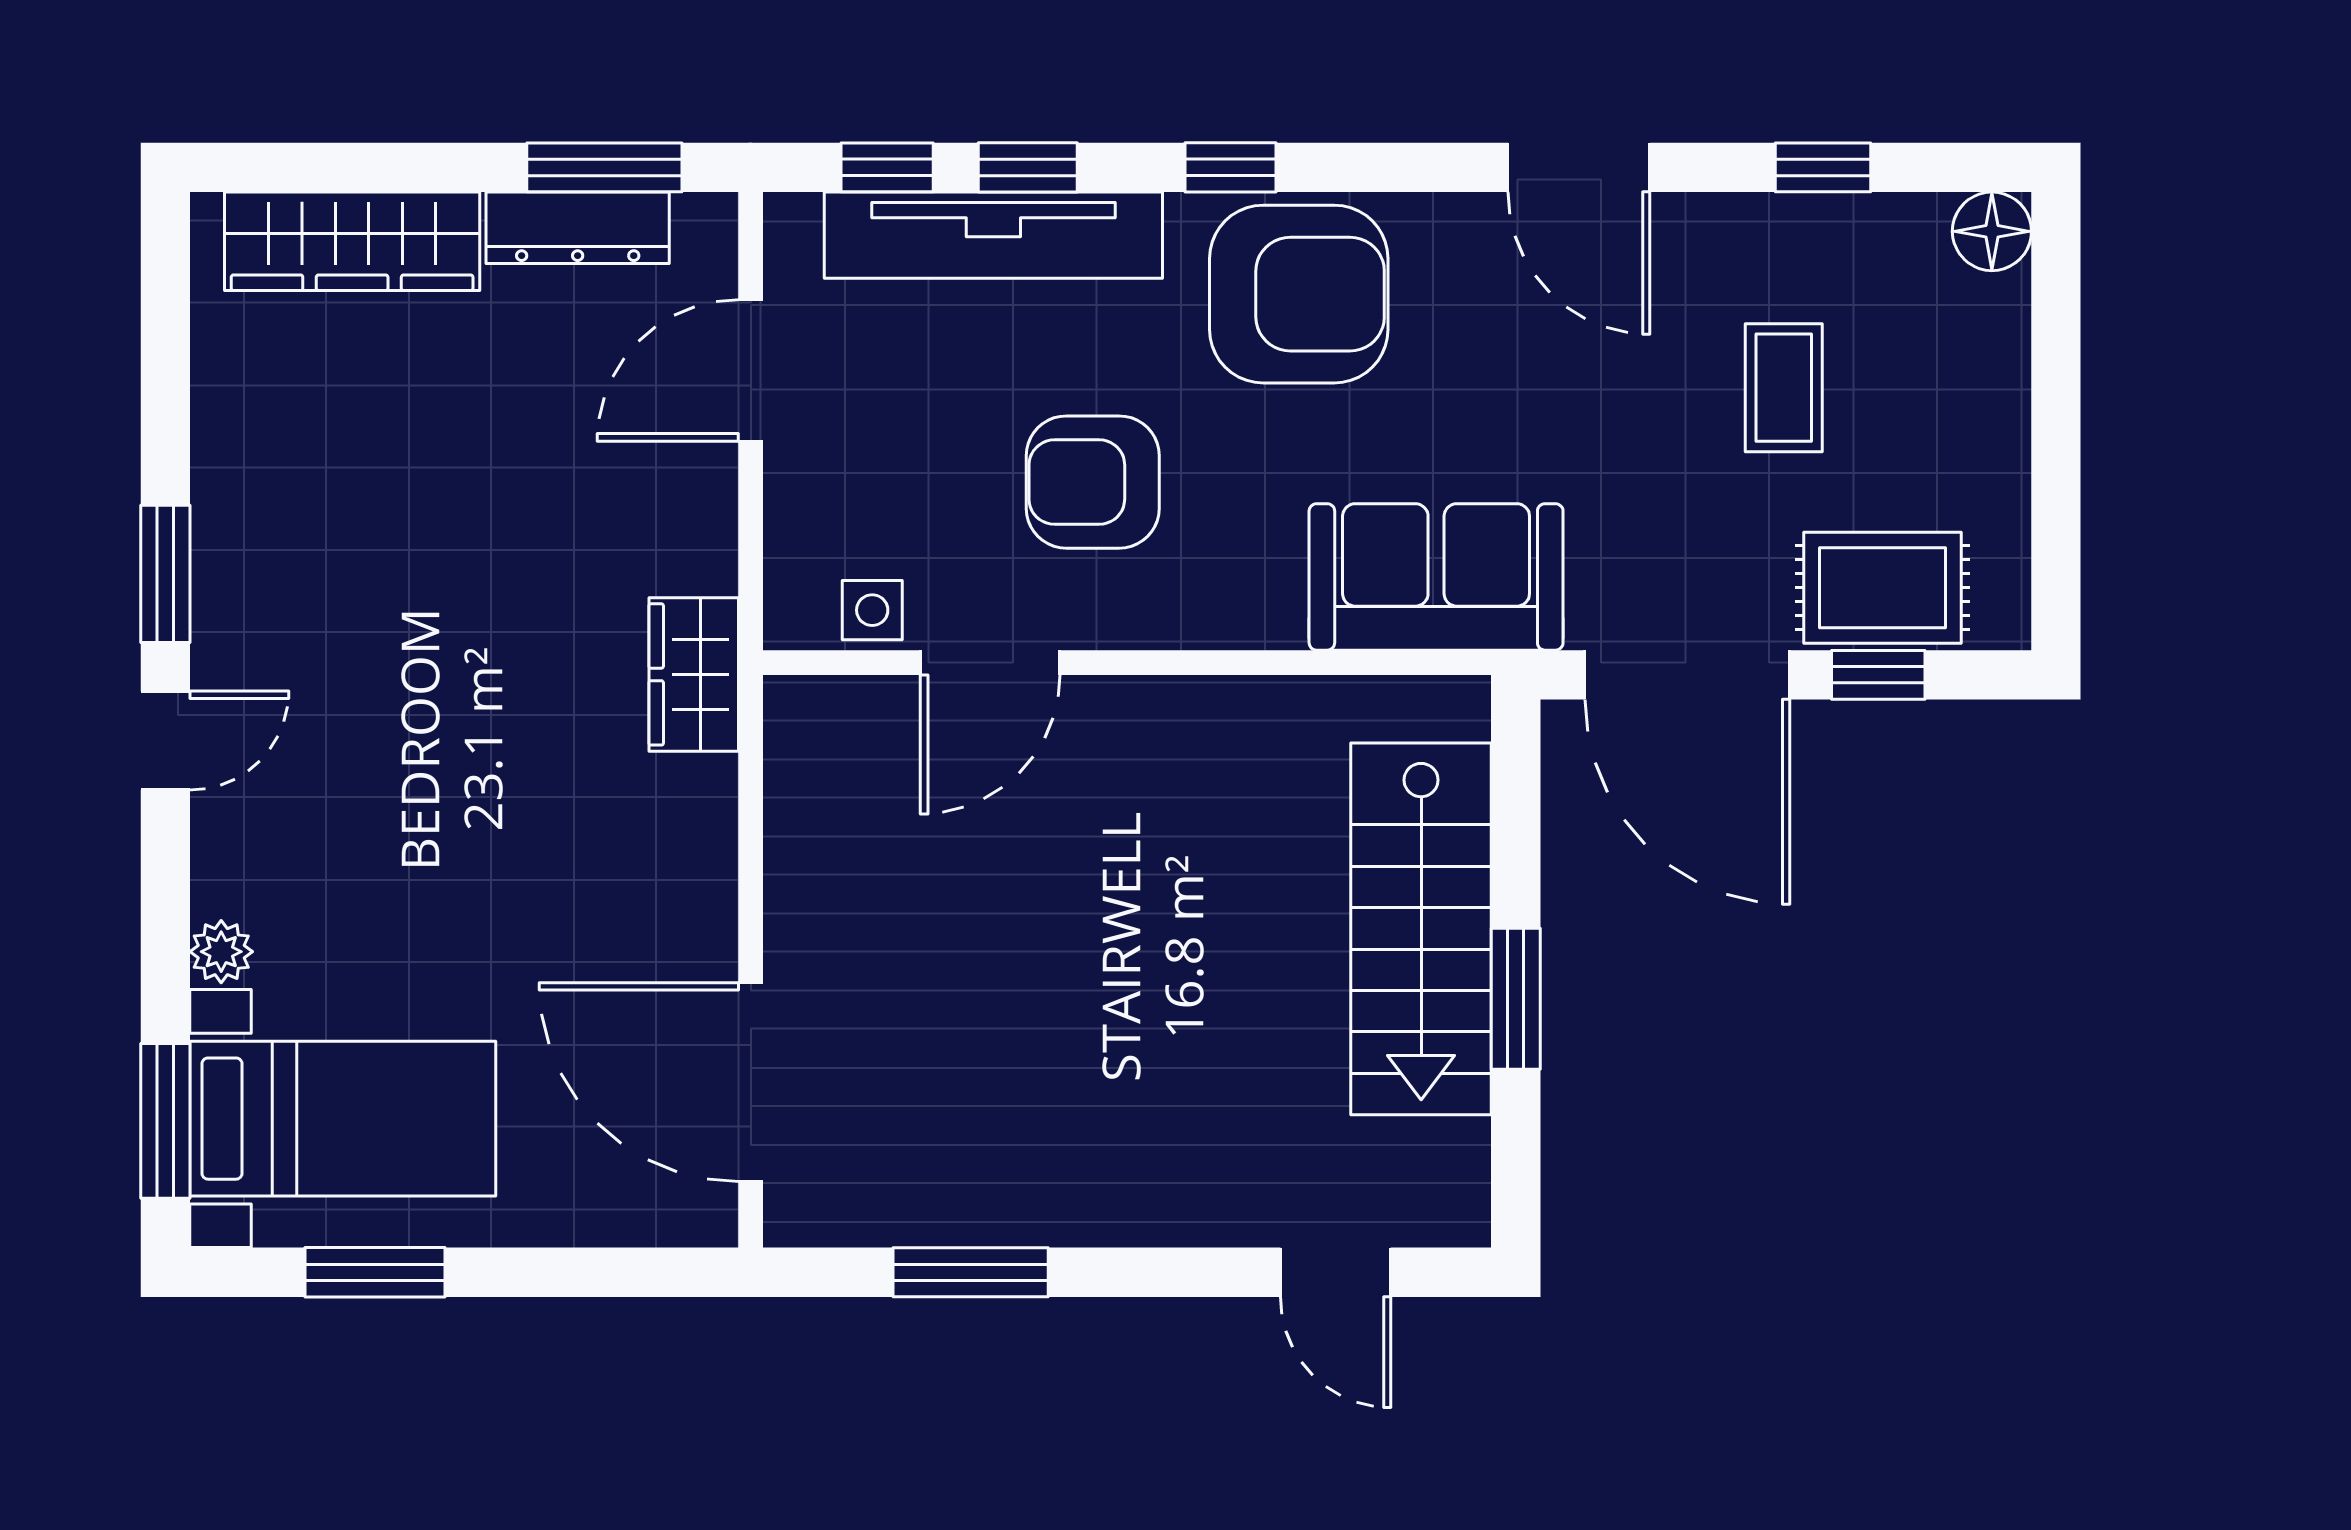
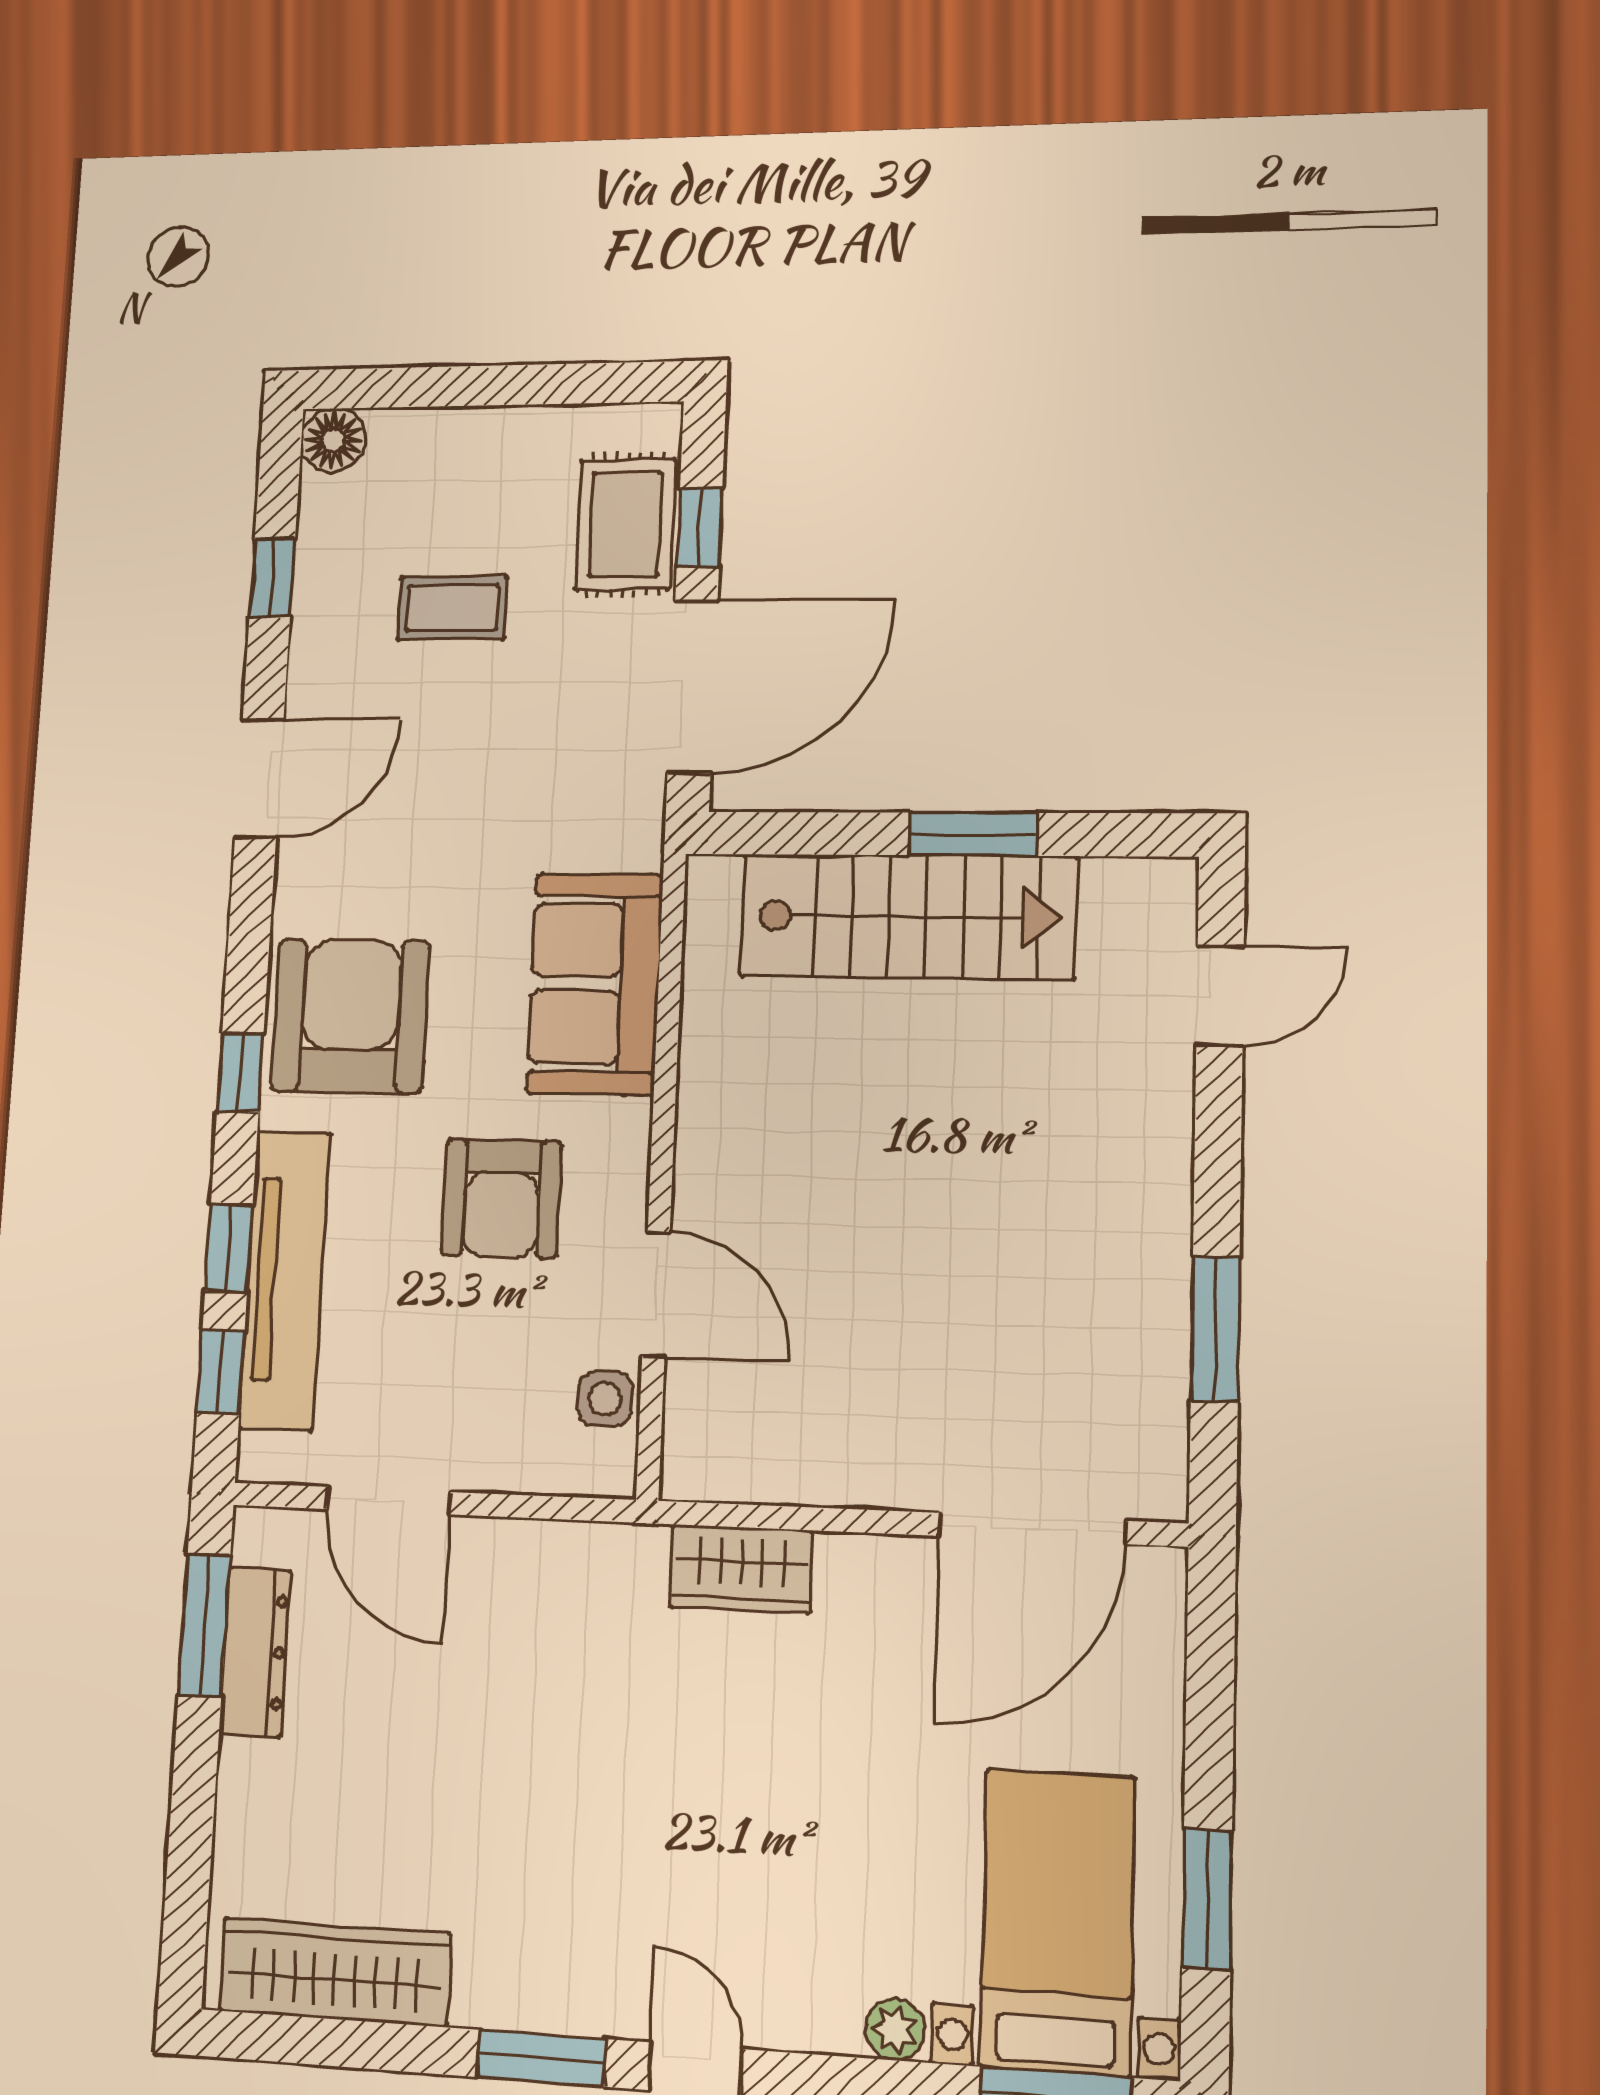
wardrobe: (352, 241) -> (335, 1972), moved, turned -90
sofa: (1436, 577) -> (595, 984), moved
wardrobe: (694, 674) -> (742, 1569), moved

